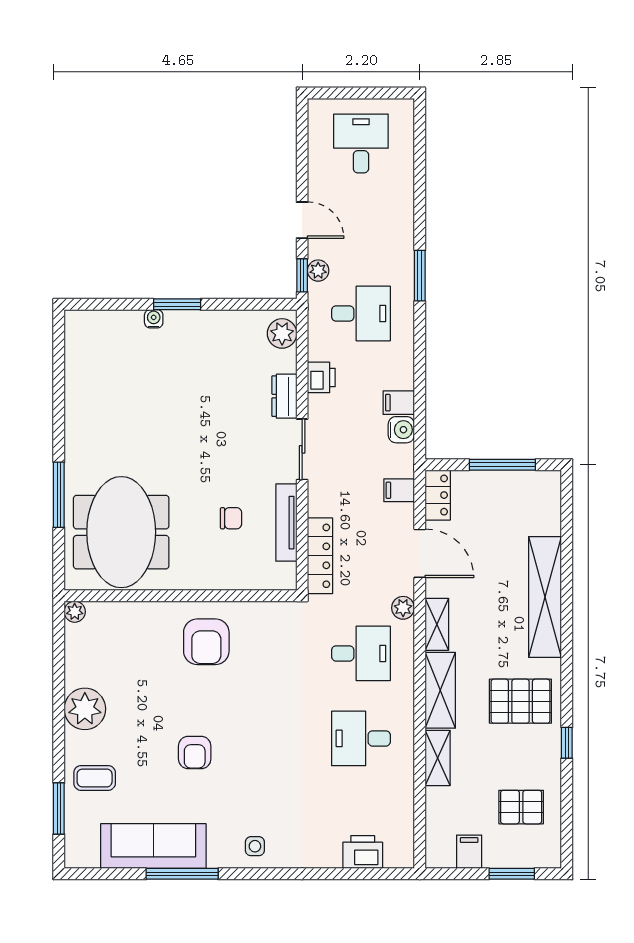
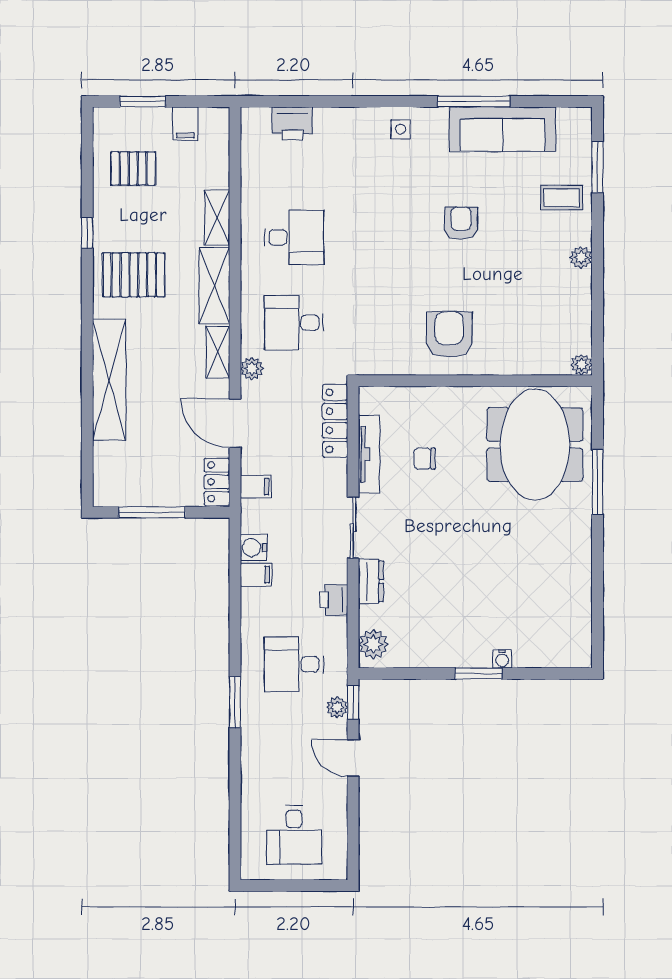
plant: (85, 709) -> (581, 257), width x0.53, depth x0.53

